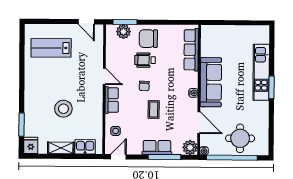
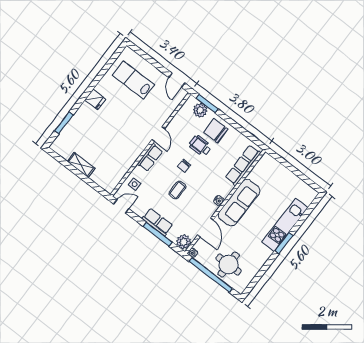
stool: (63, 109) -> (107, 135), removed
fridge: (31, 145) -> (95, 100), moved, turned 90
kitchen sink: (85, 147) -> (101, 178), removed

